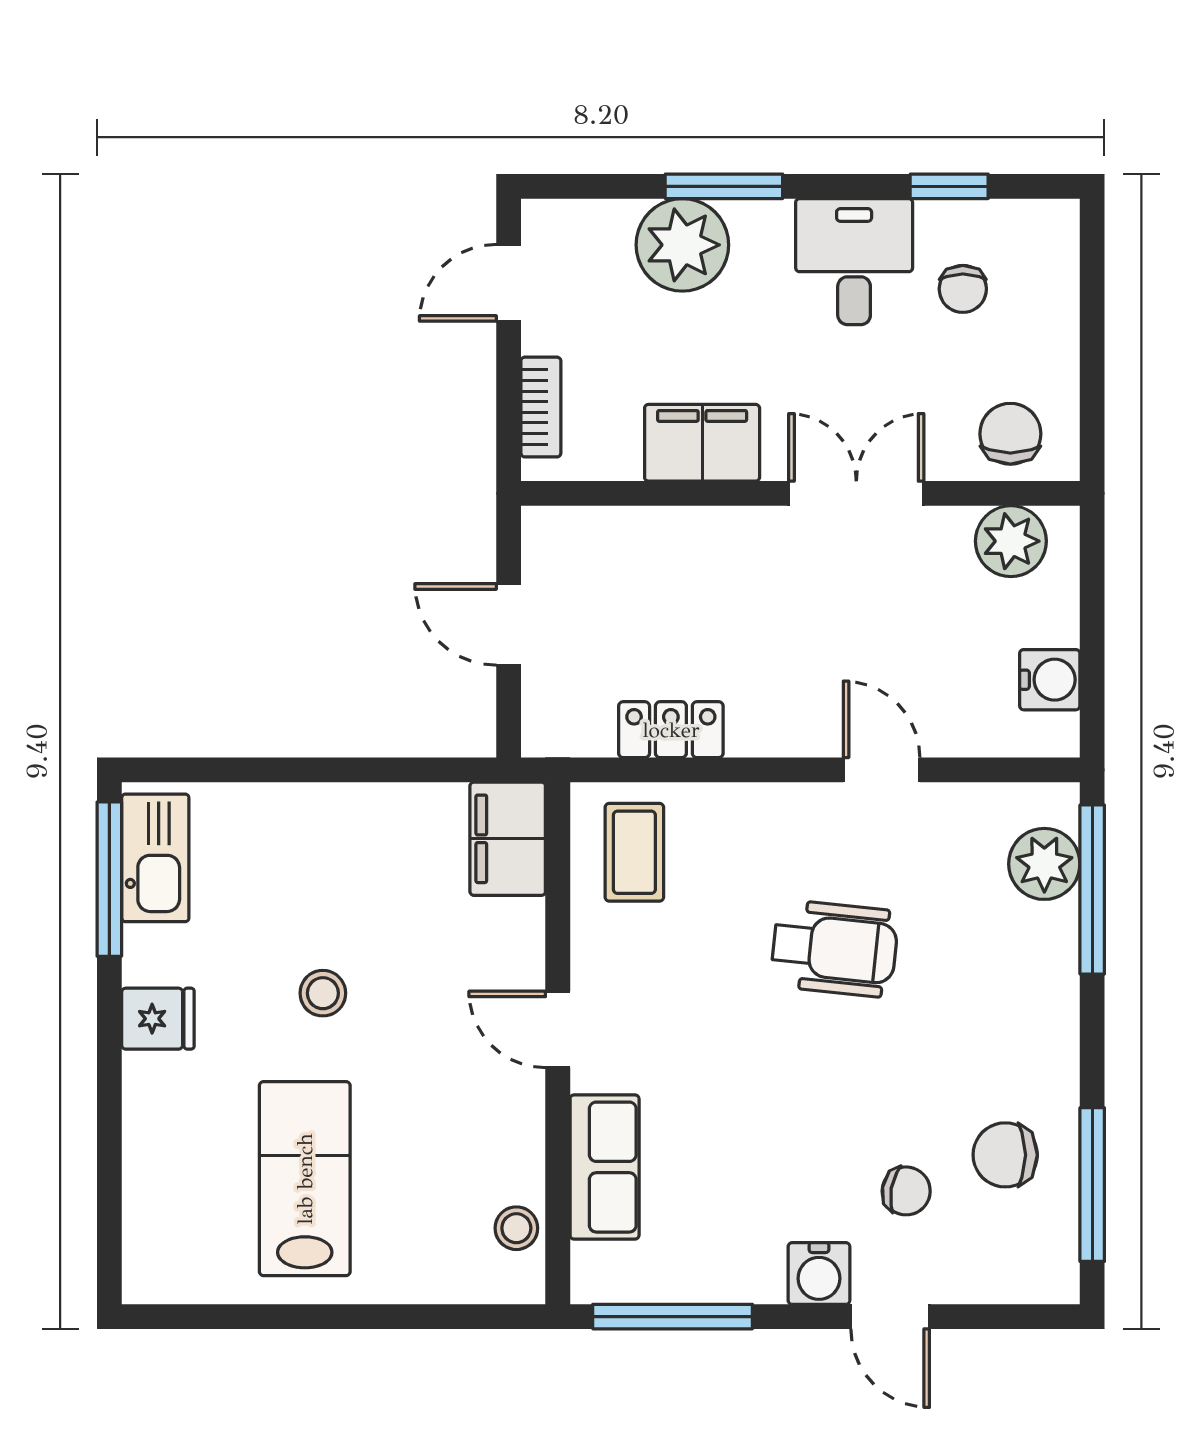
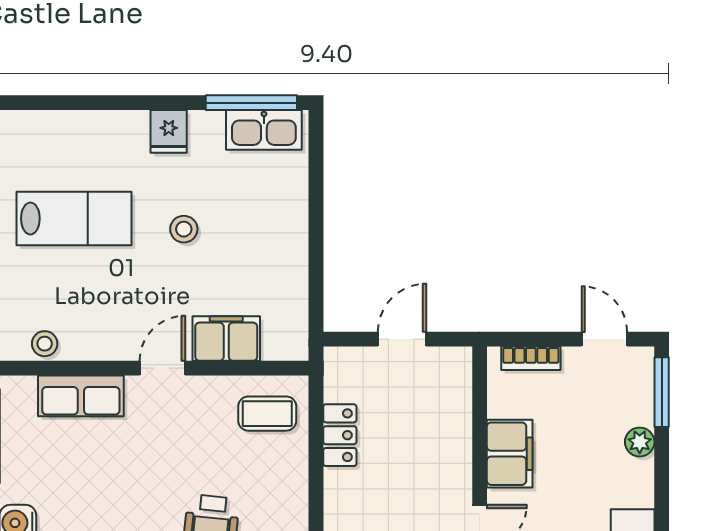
window: (724, 186) -> (662, 392), moved
plant: (682, 245) -> (640, 442), width x0.53, depth x0.53
filing cabinet: (508, 839) -> (226, 339), moved

